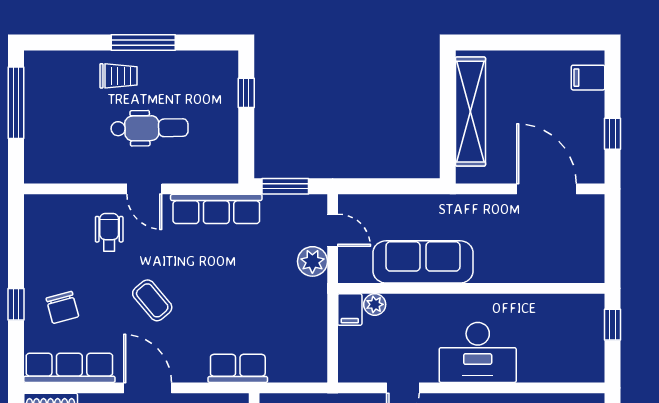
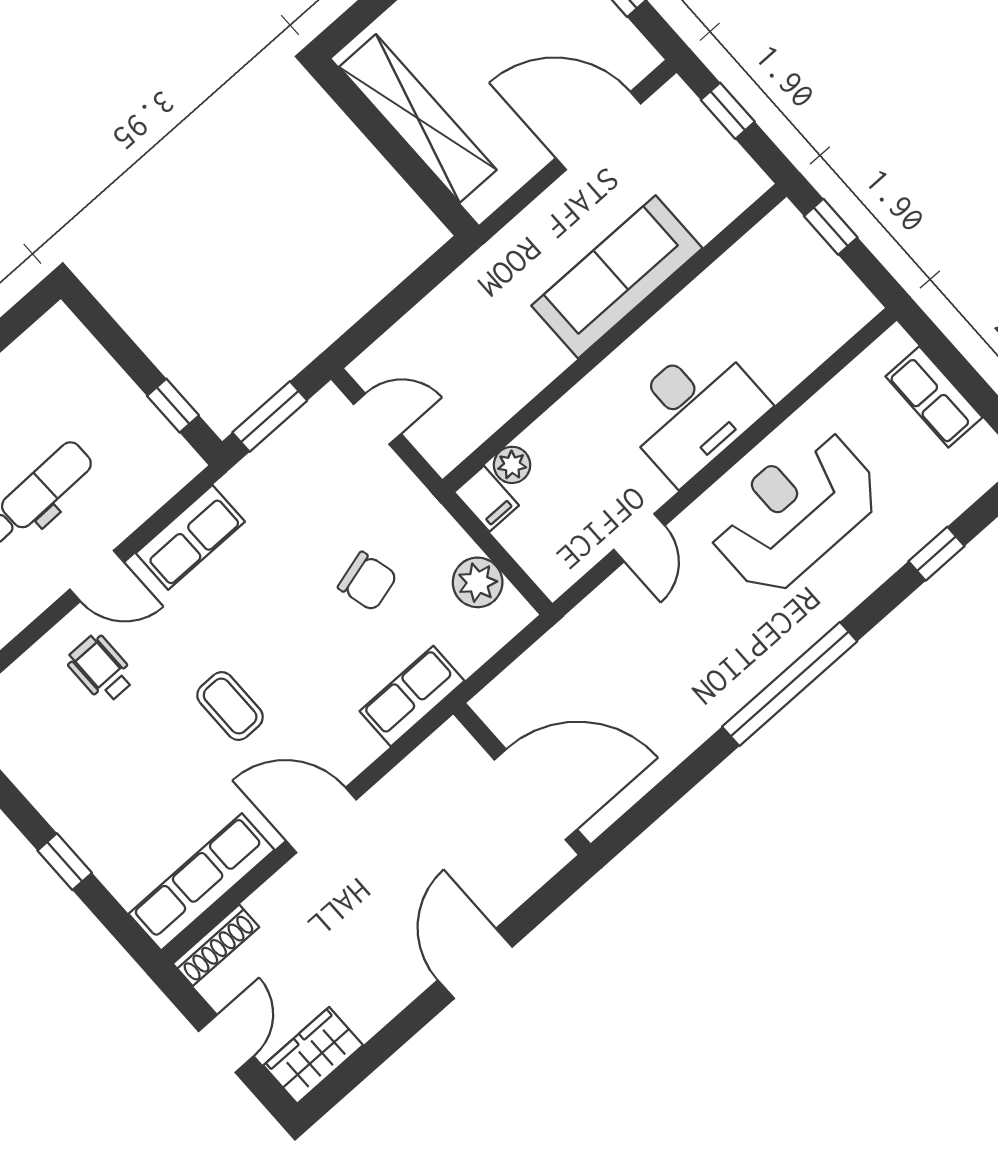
window: (246, 93) -> (173, 406), moved
row of seats: (216, 209) -> (190, 537), width x0.68
window: (613, 232) -> (728, 111), added
plant: (312, 261) -> (478, 582), moved
sofa: (423, 262) -> (617, 277), moved
coffee table: (152, 300) -> (230, 706), turned 40
chair: (62, 307) -> (368, 581), moved

